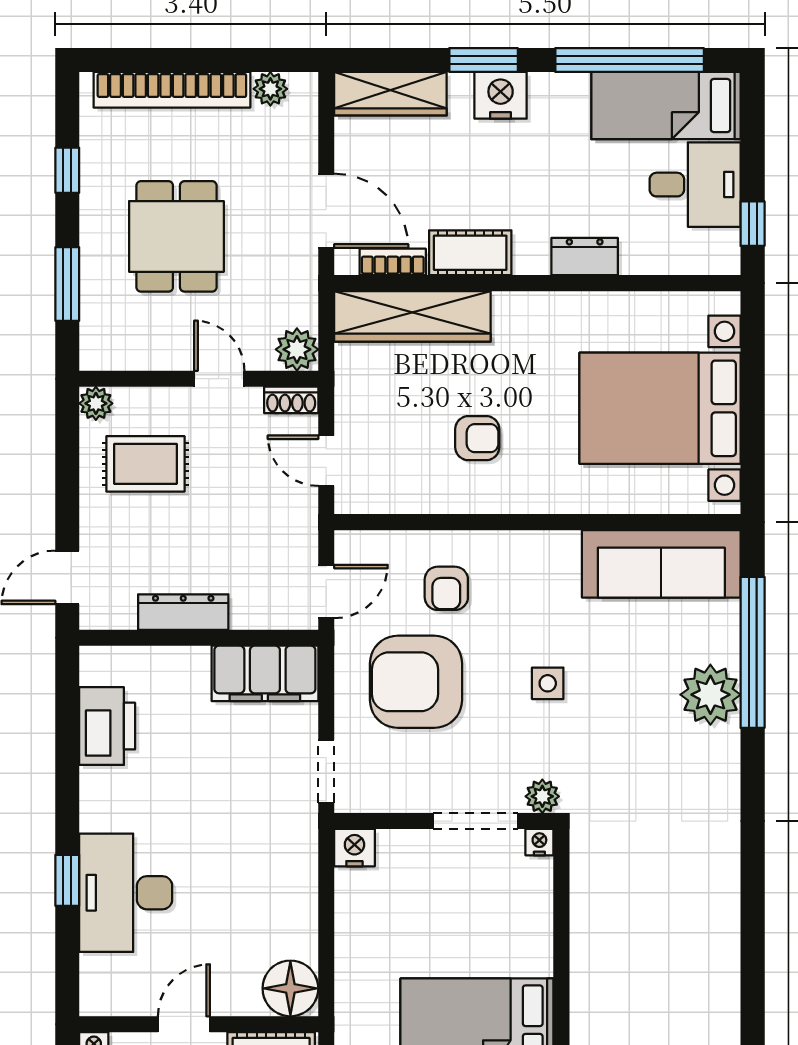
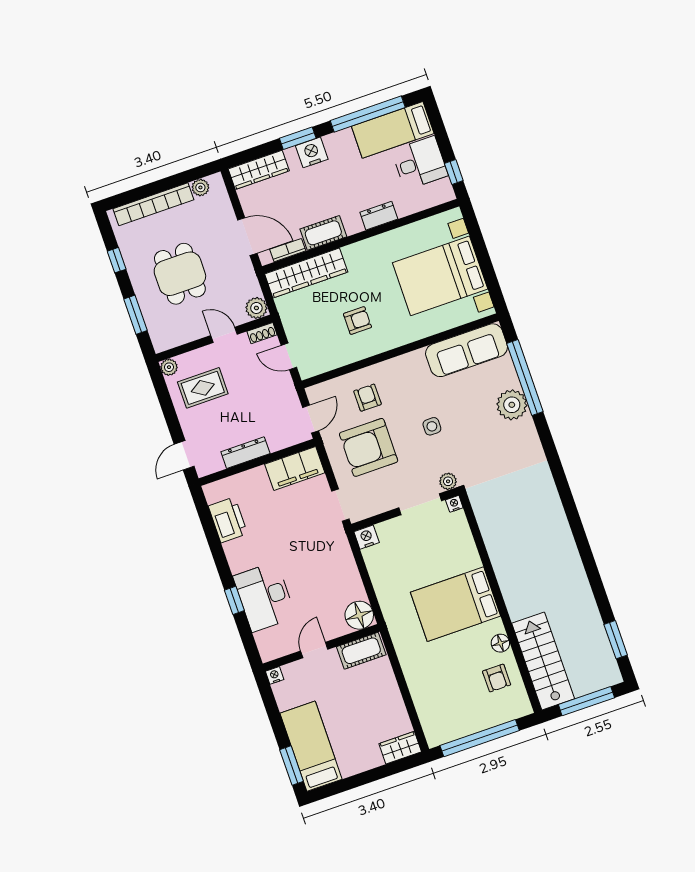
armchair: (446, 588) -> (368, 398), turned 180

